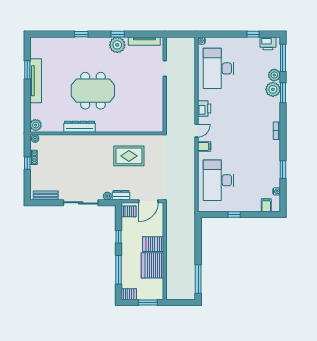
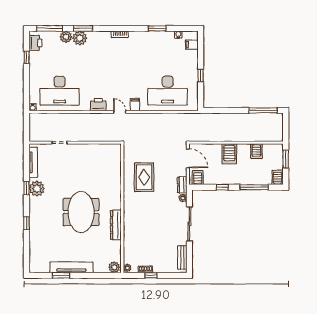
server rack: (152, 265) -> (256, 151), width x0.46, depth x0.70

